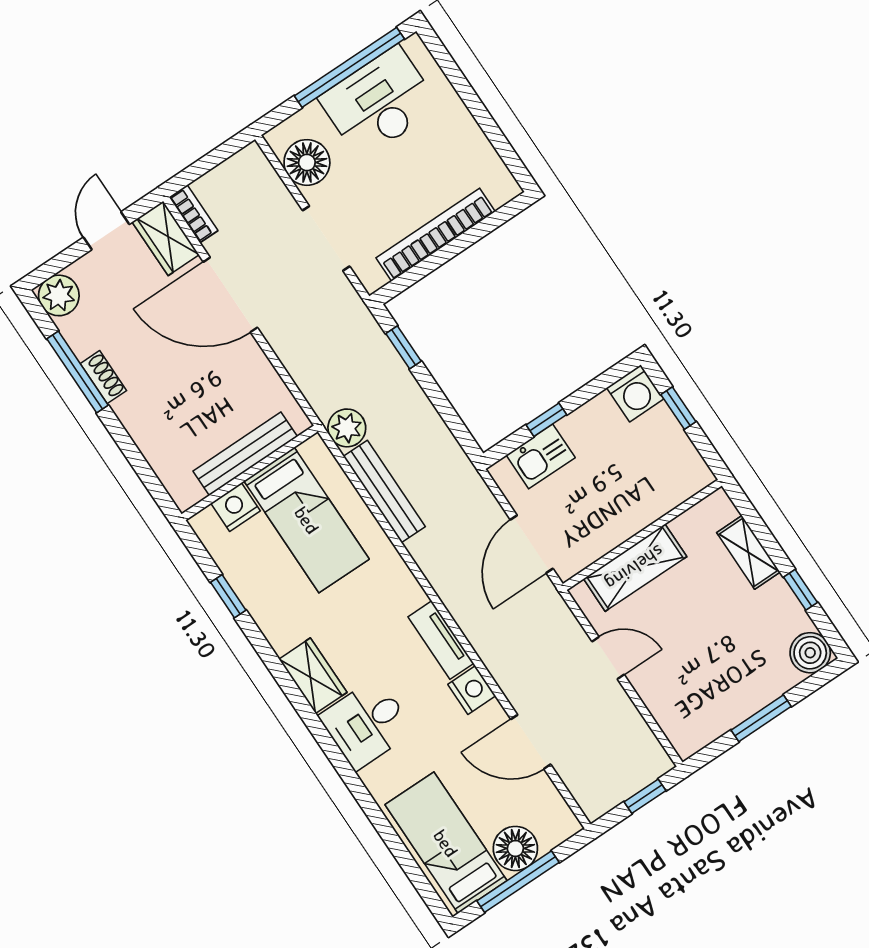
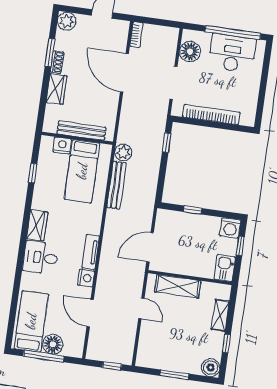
wardrobe: (166, 238) -> (56, 89), moved, turned 180
window: (77, 372) -> (50, 53), width x0.69
kitchen sink: (541, 456) -> (225, 268), moved, turned 90

